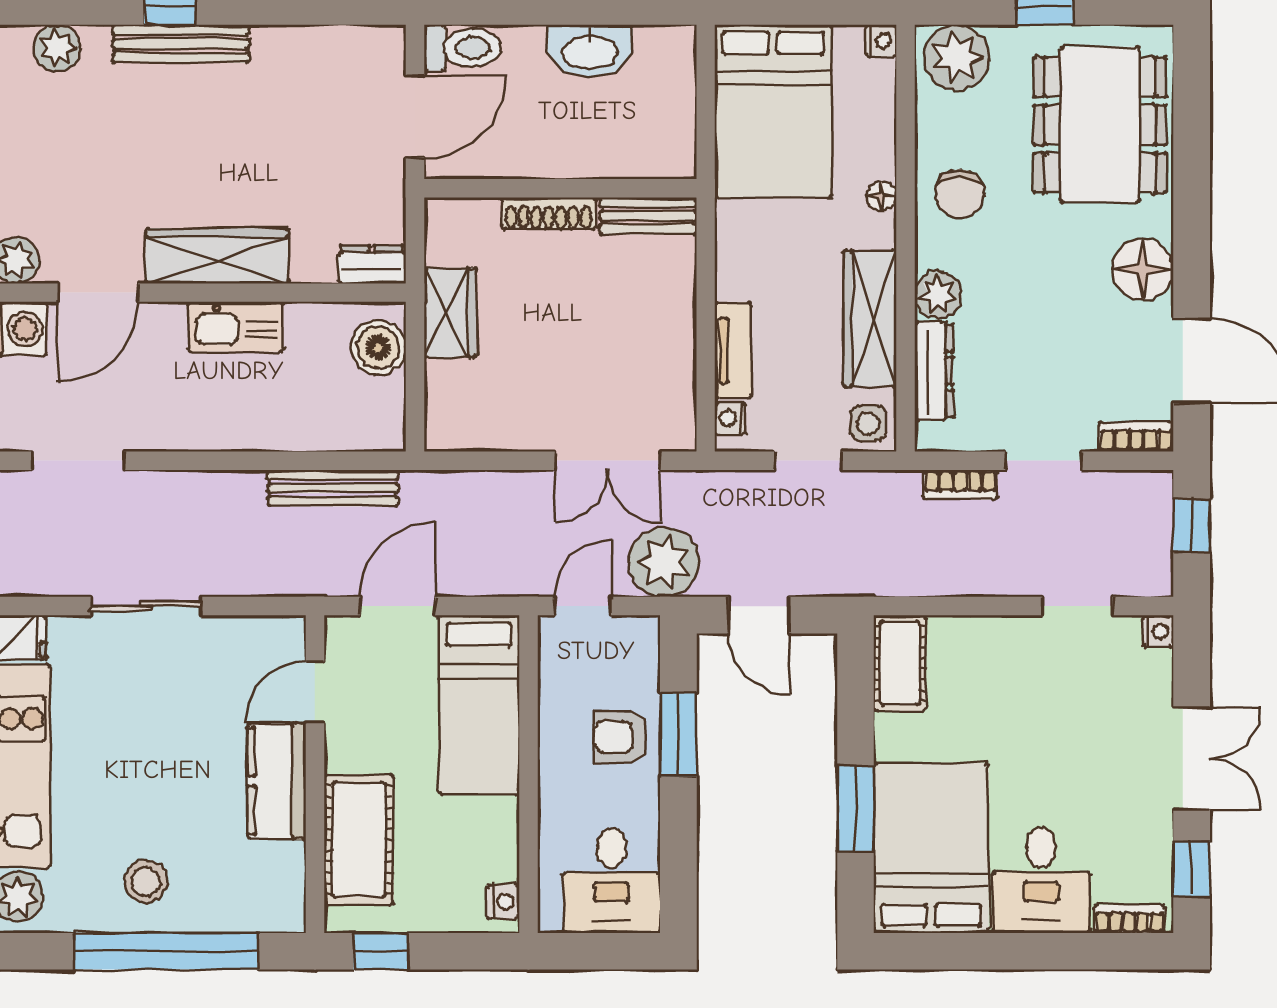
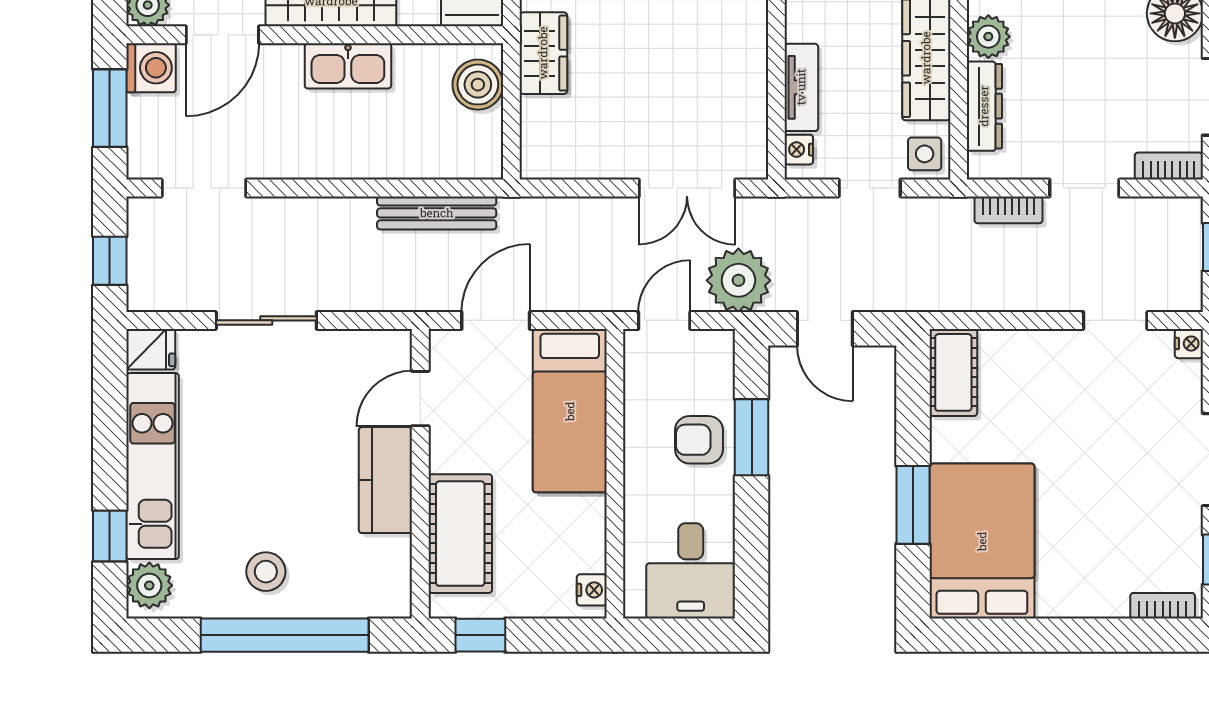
desk: (1041, 880) -> (1082, 570), removed

